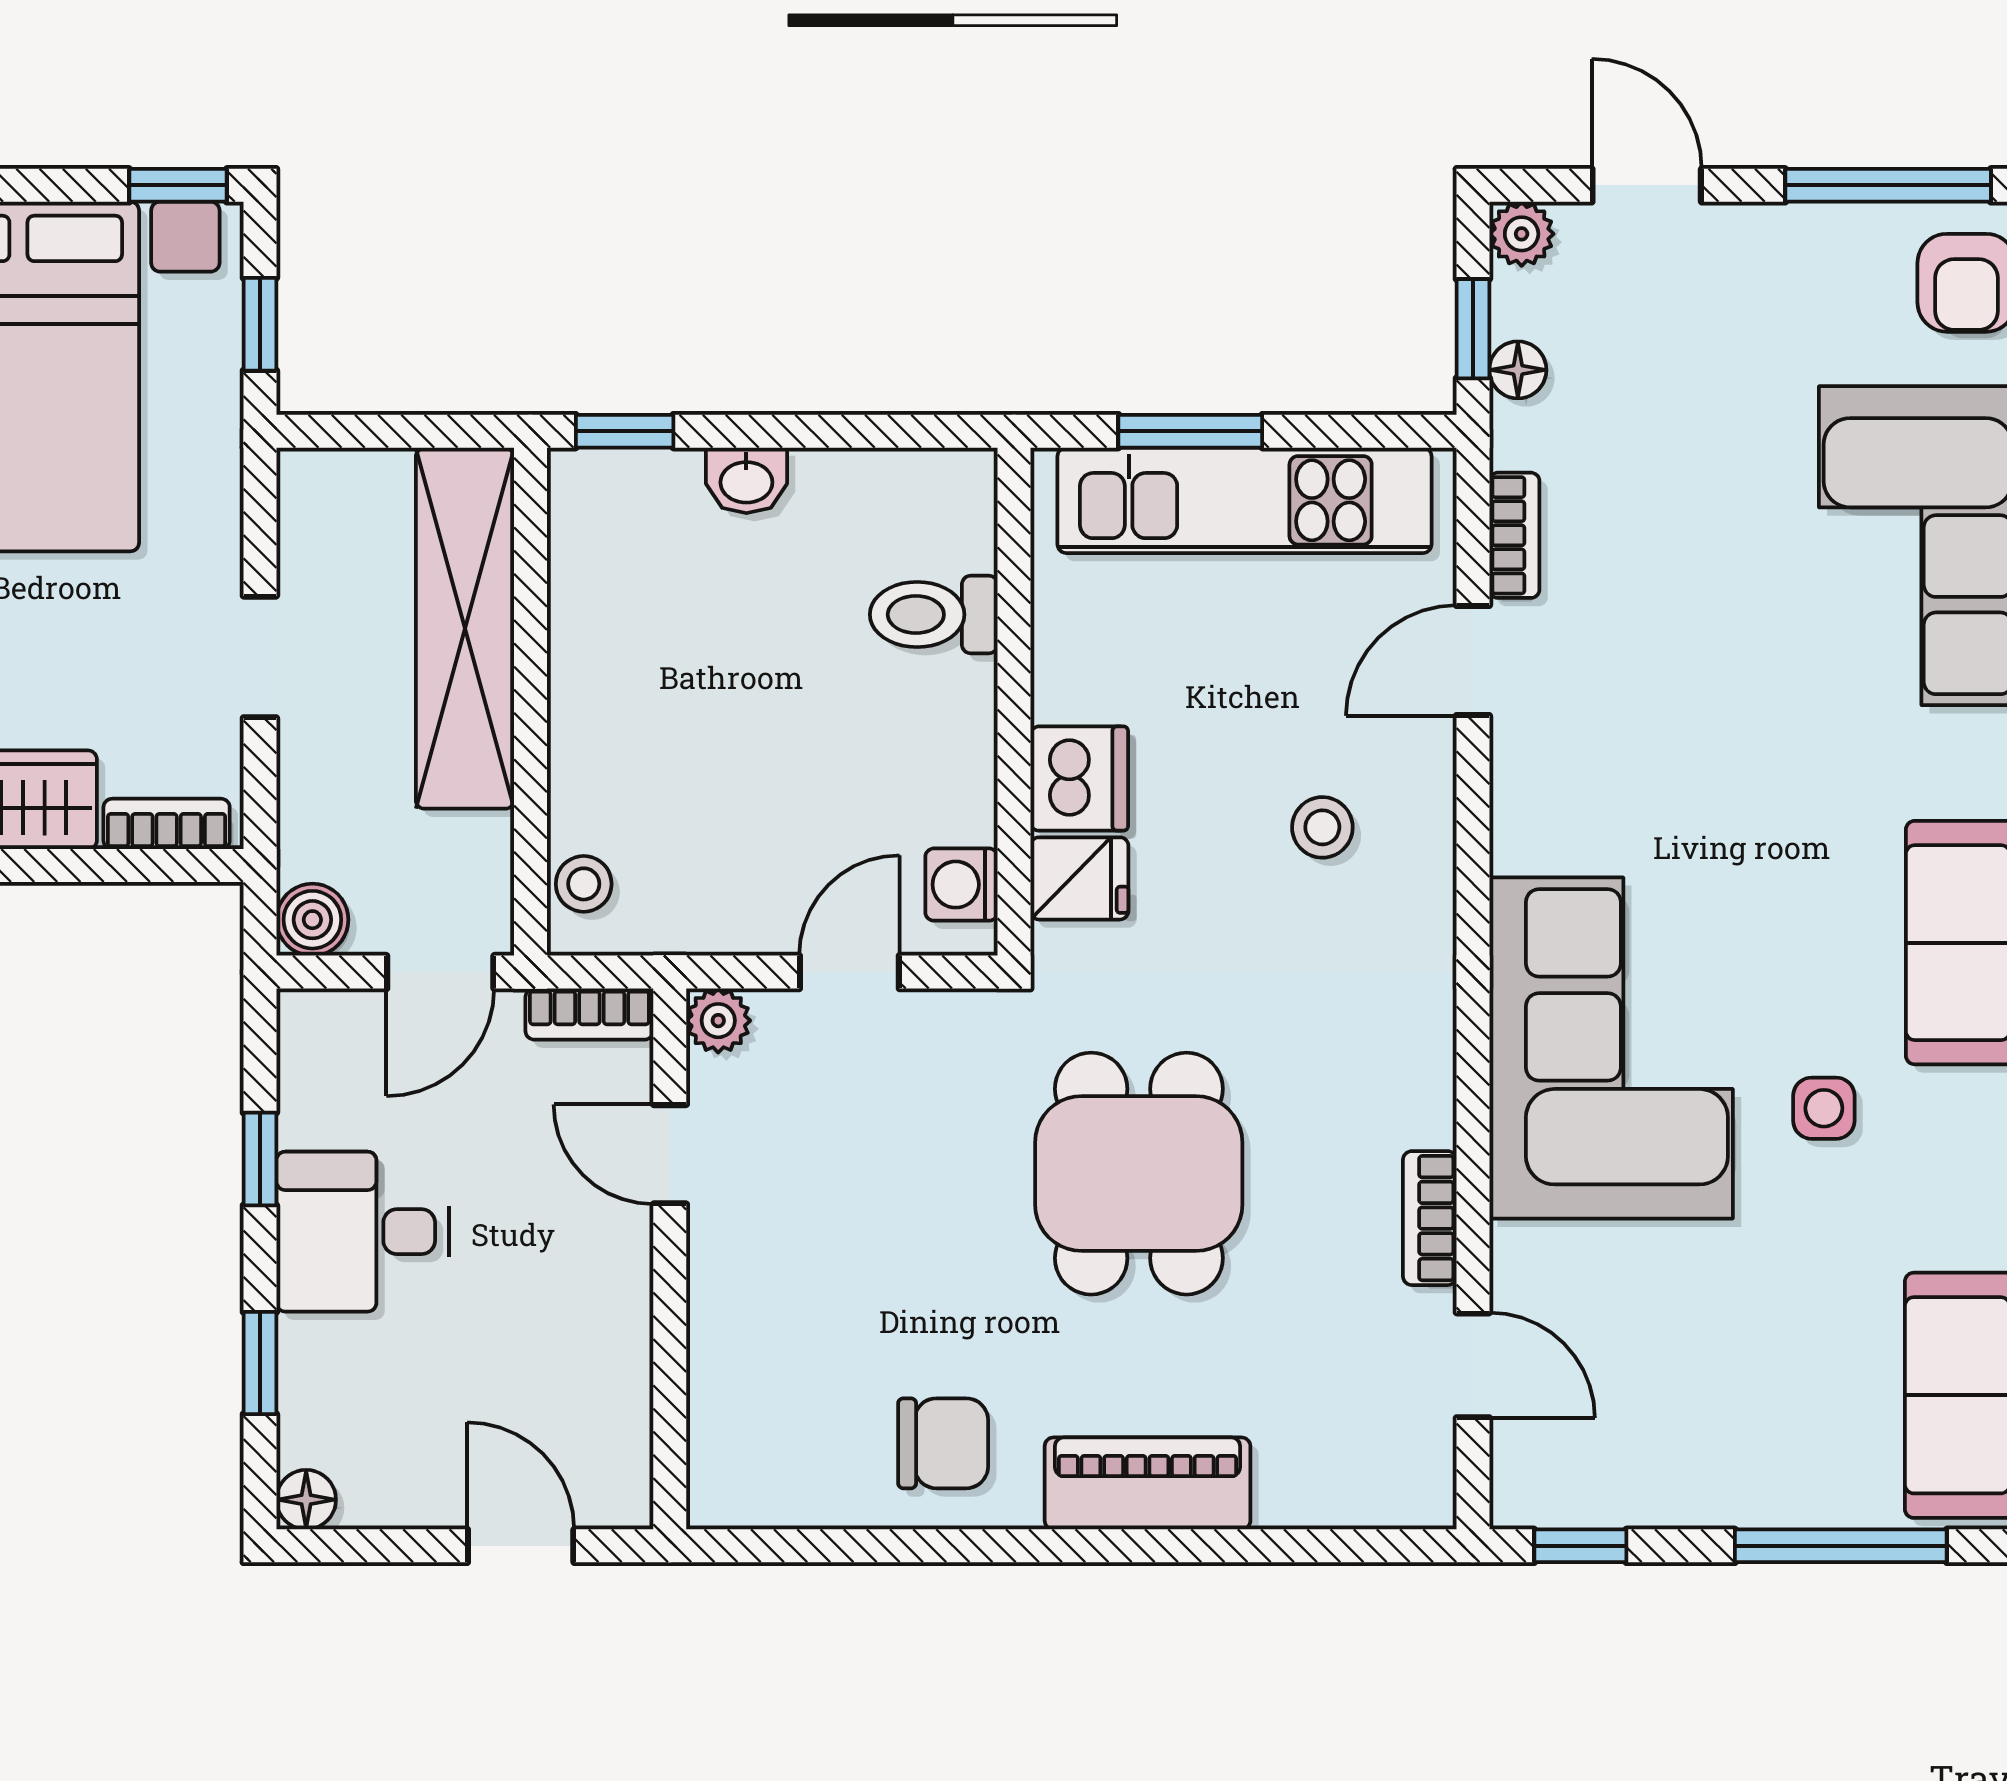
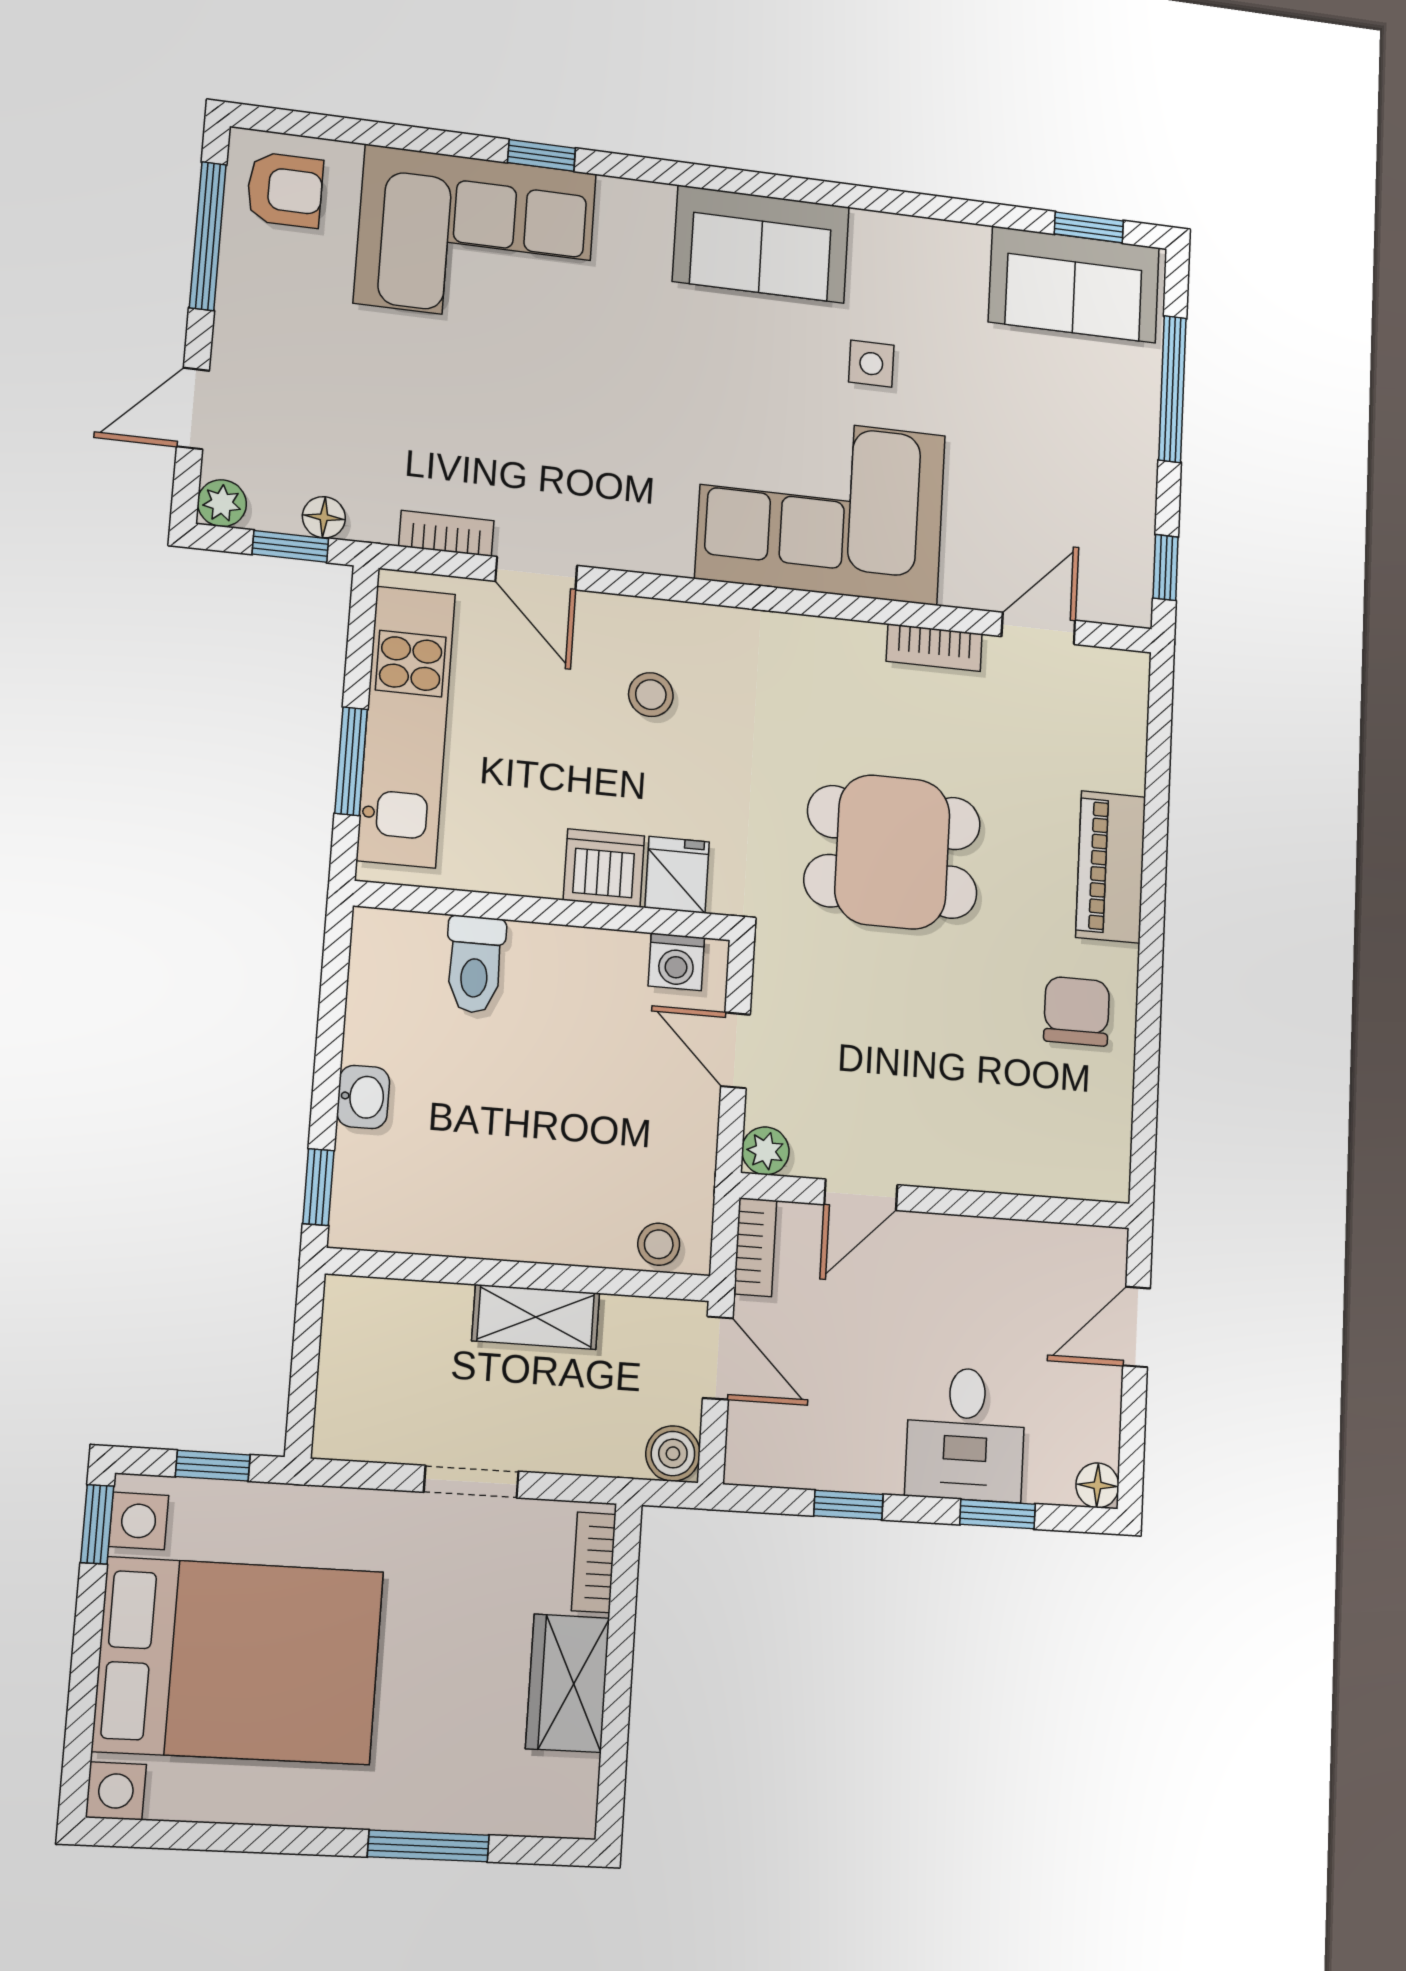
shelving: (465, 629) -> (536, 1317), width x0.45, depth x0.75
desk: (363, 1232) -> (966, 1434), moved

